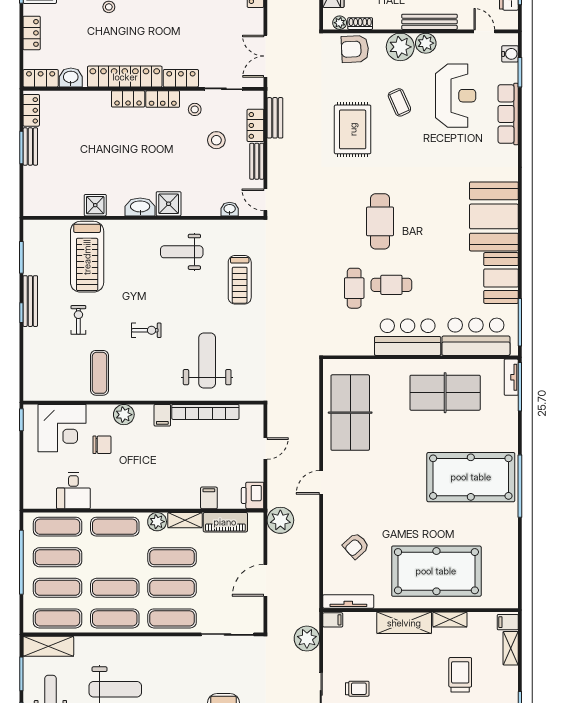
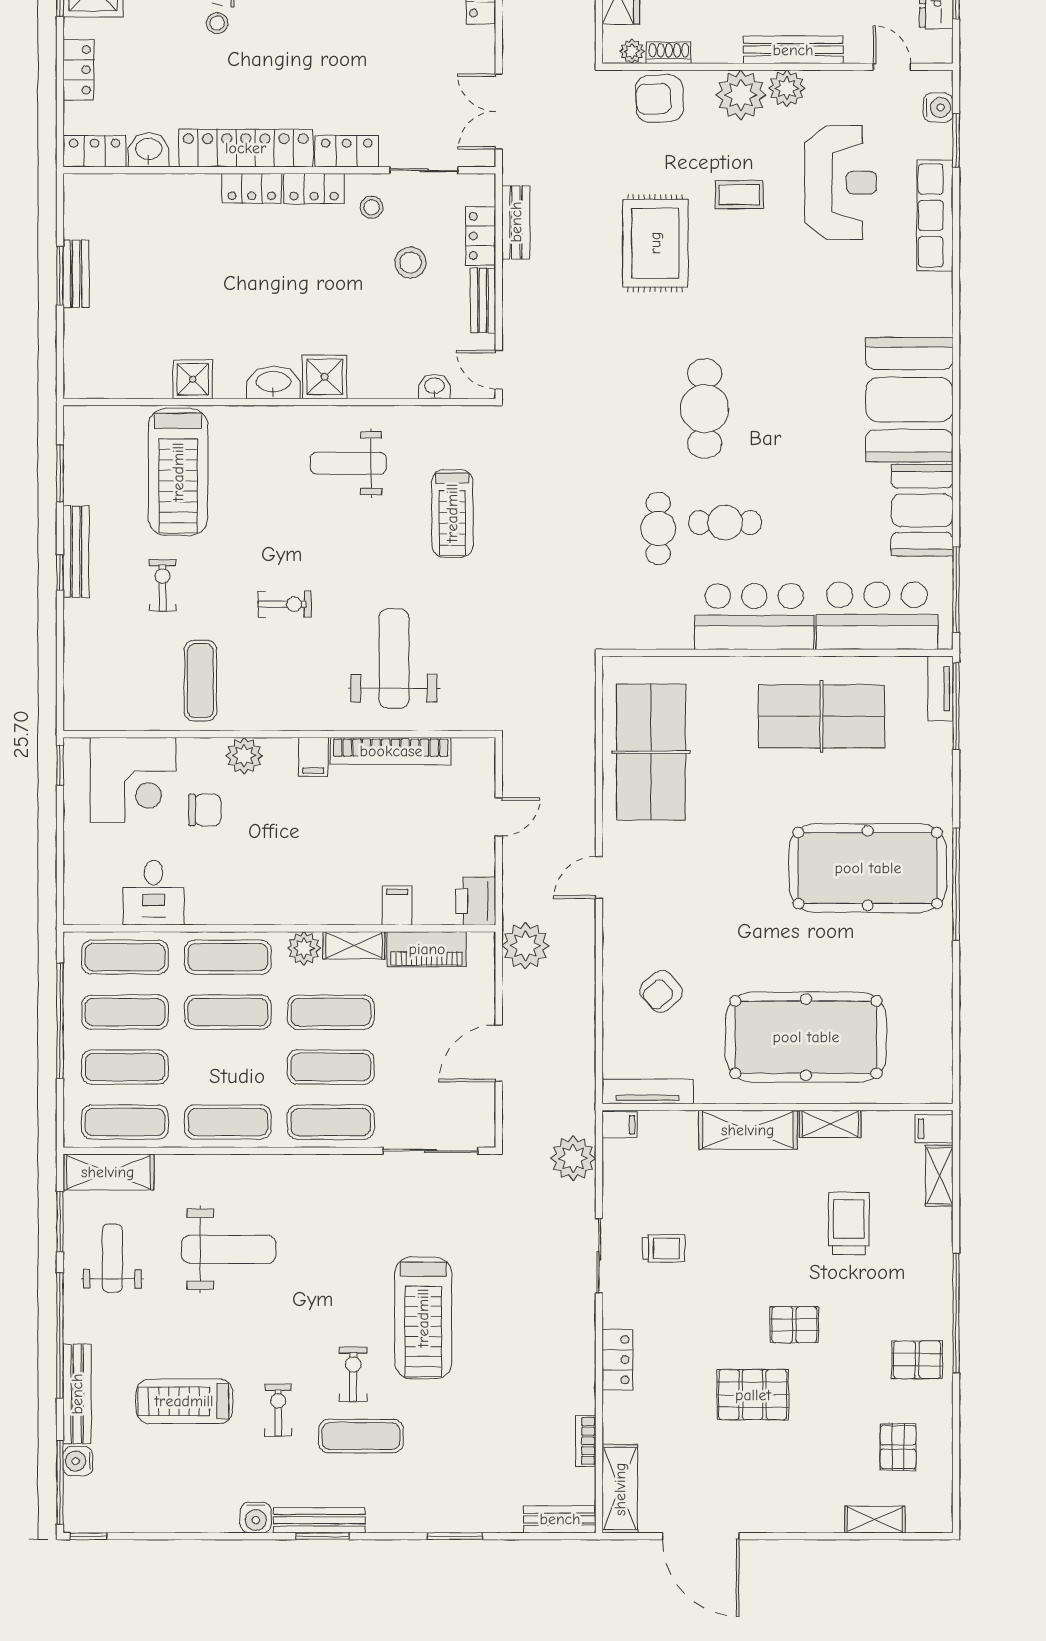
coffee table: (399, 102) -> (739, 195), turned -66
locker: (31, 110) -> (78, 209), removed
exercise mat: (115, 588) -> (228, 1012), moved

